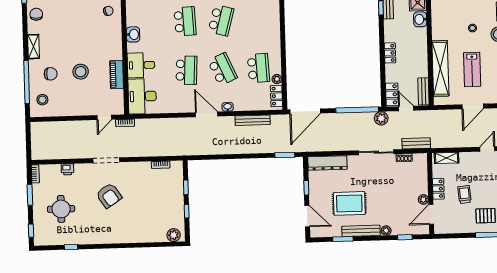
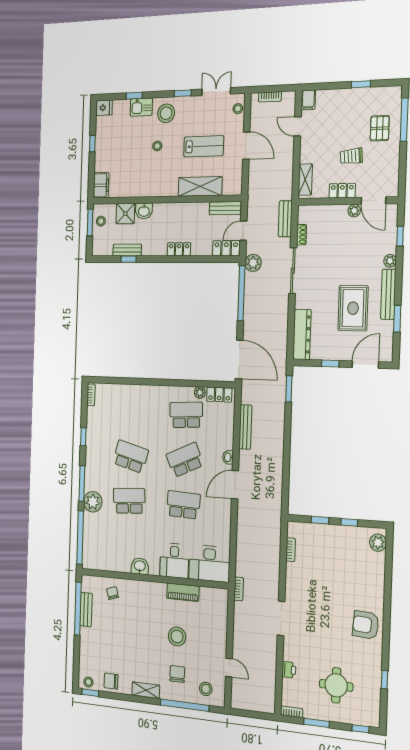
shelving: (440, 68) -> (200, 186), width x0.68
door: (104, 117) -> (229, 668), moved
armchair: (109, 196) -> (366, 625), moved, turned -142

